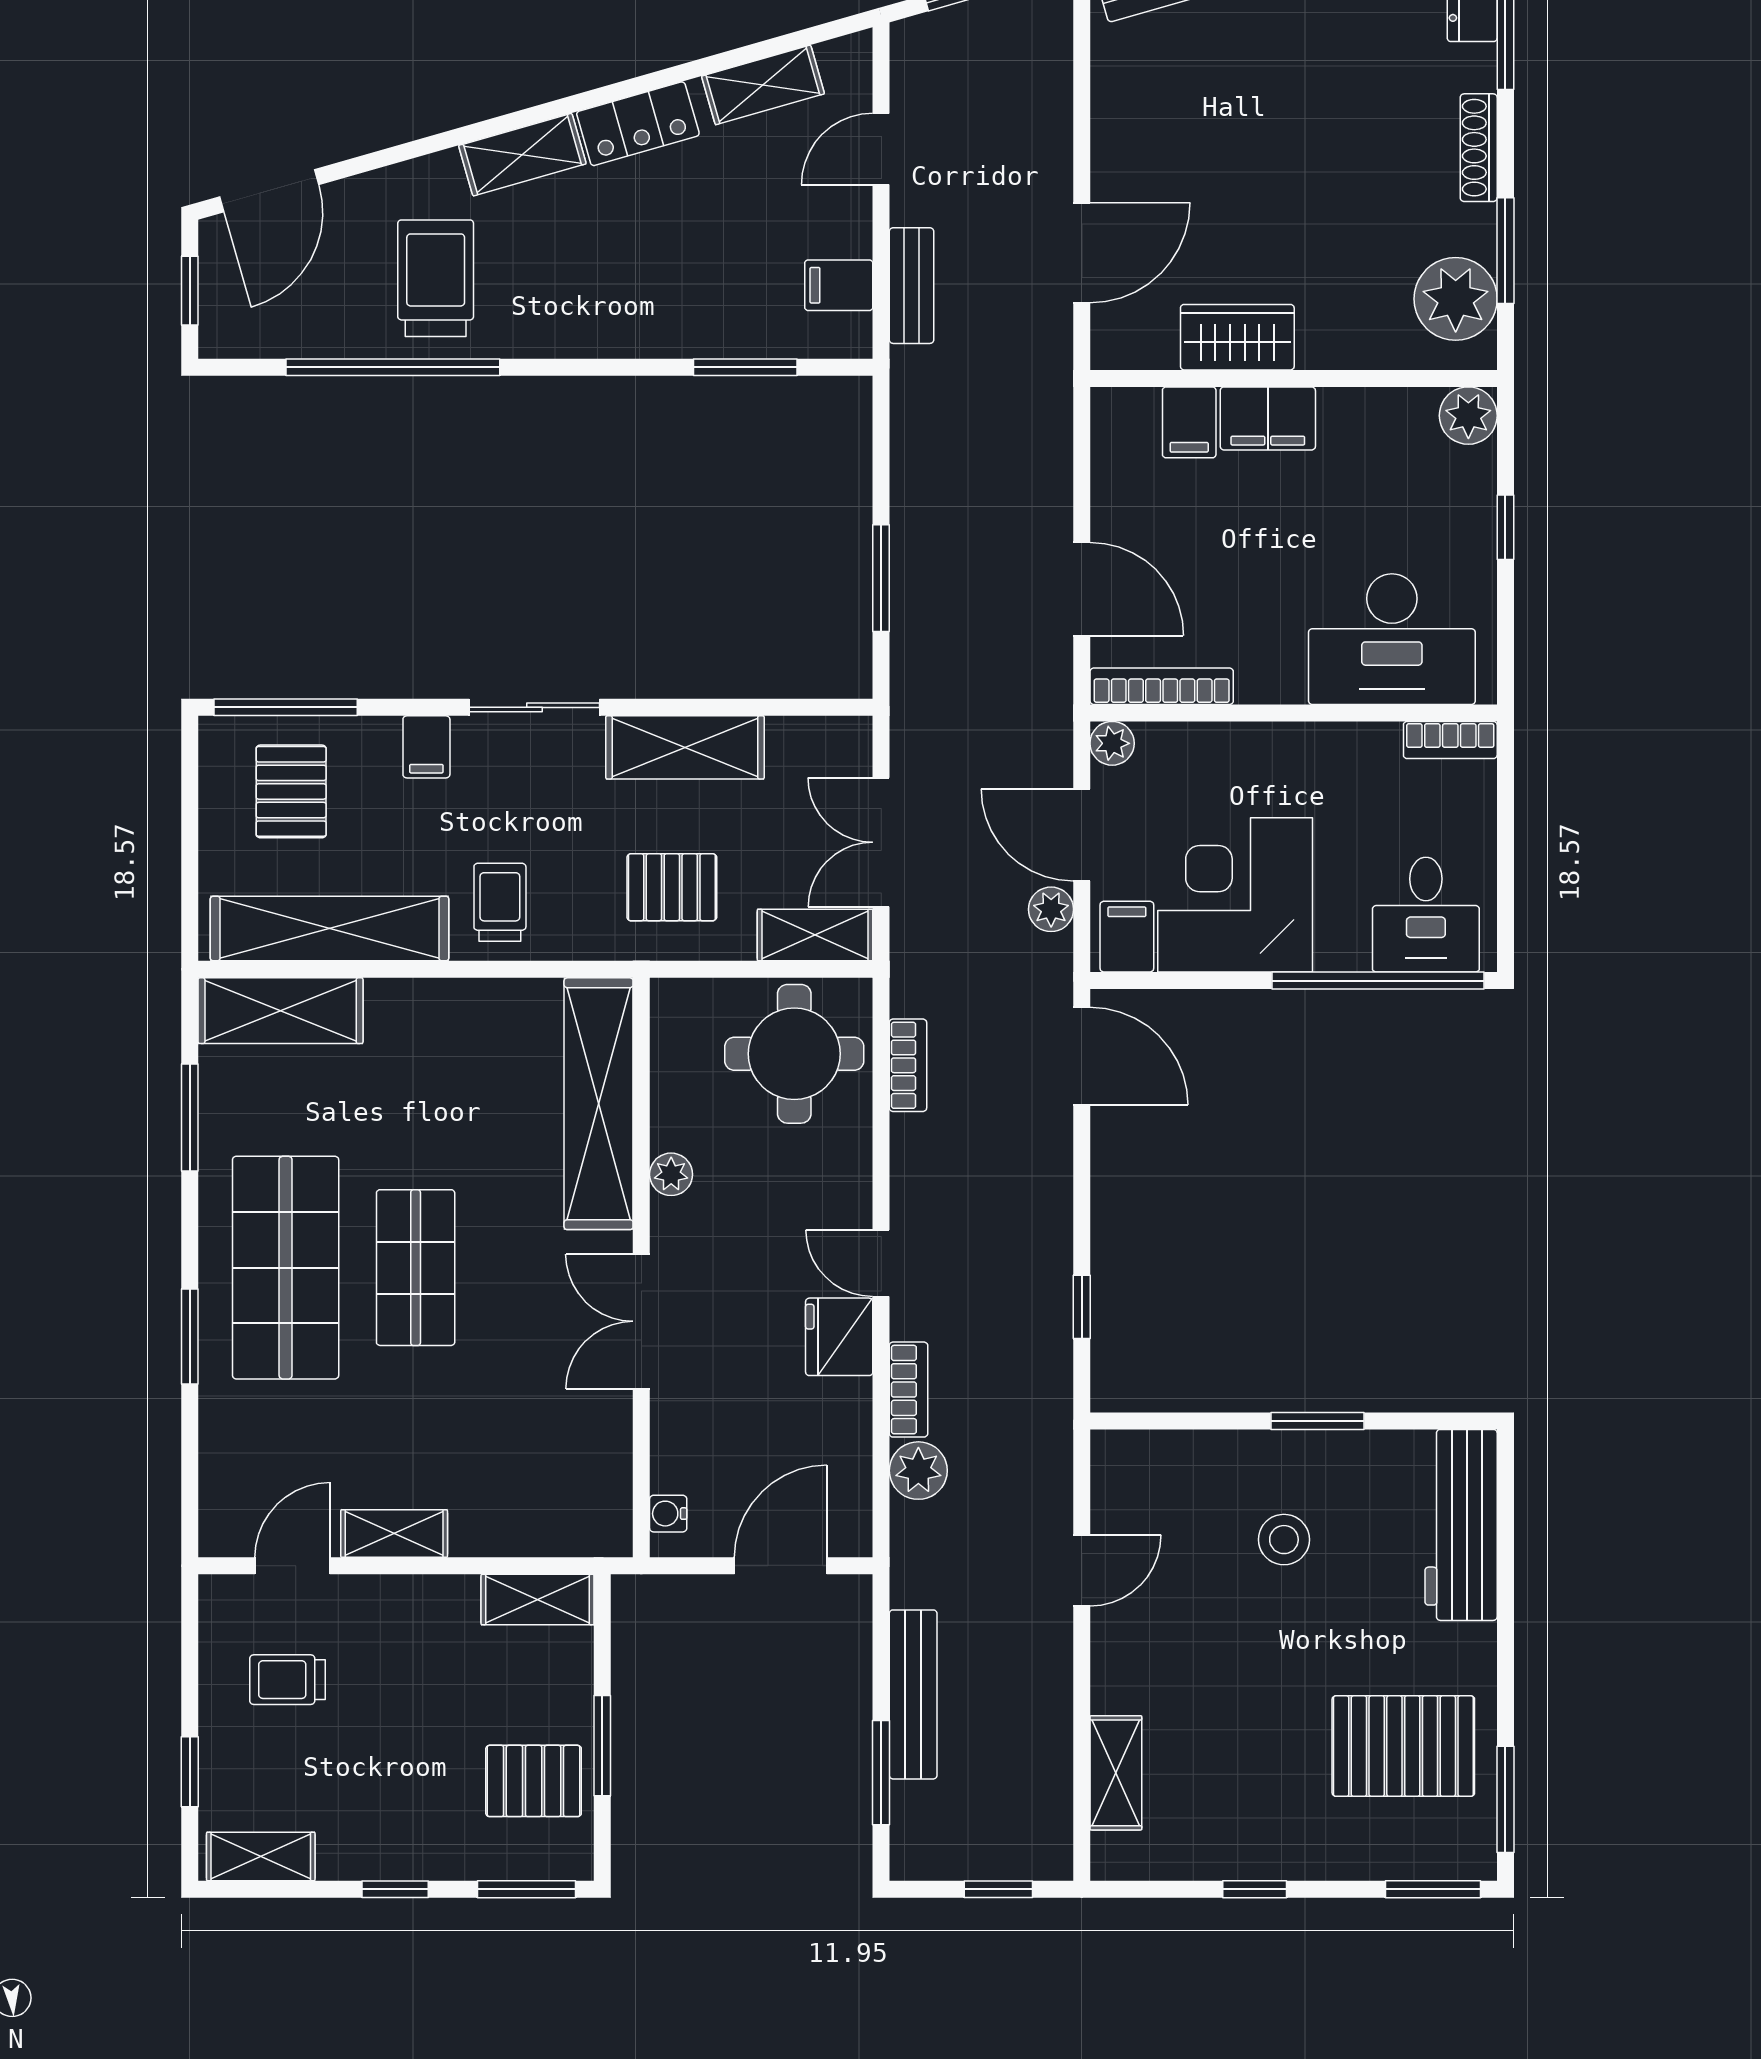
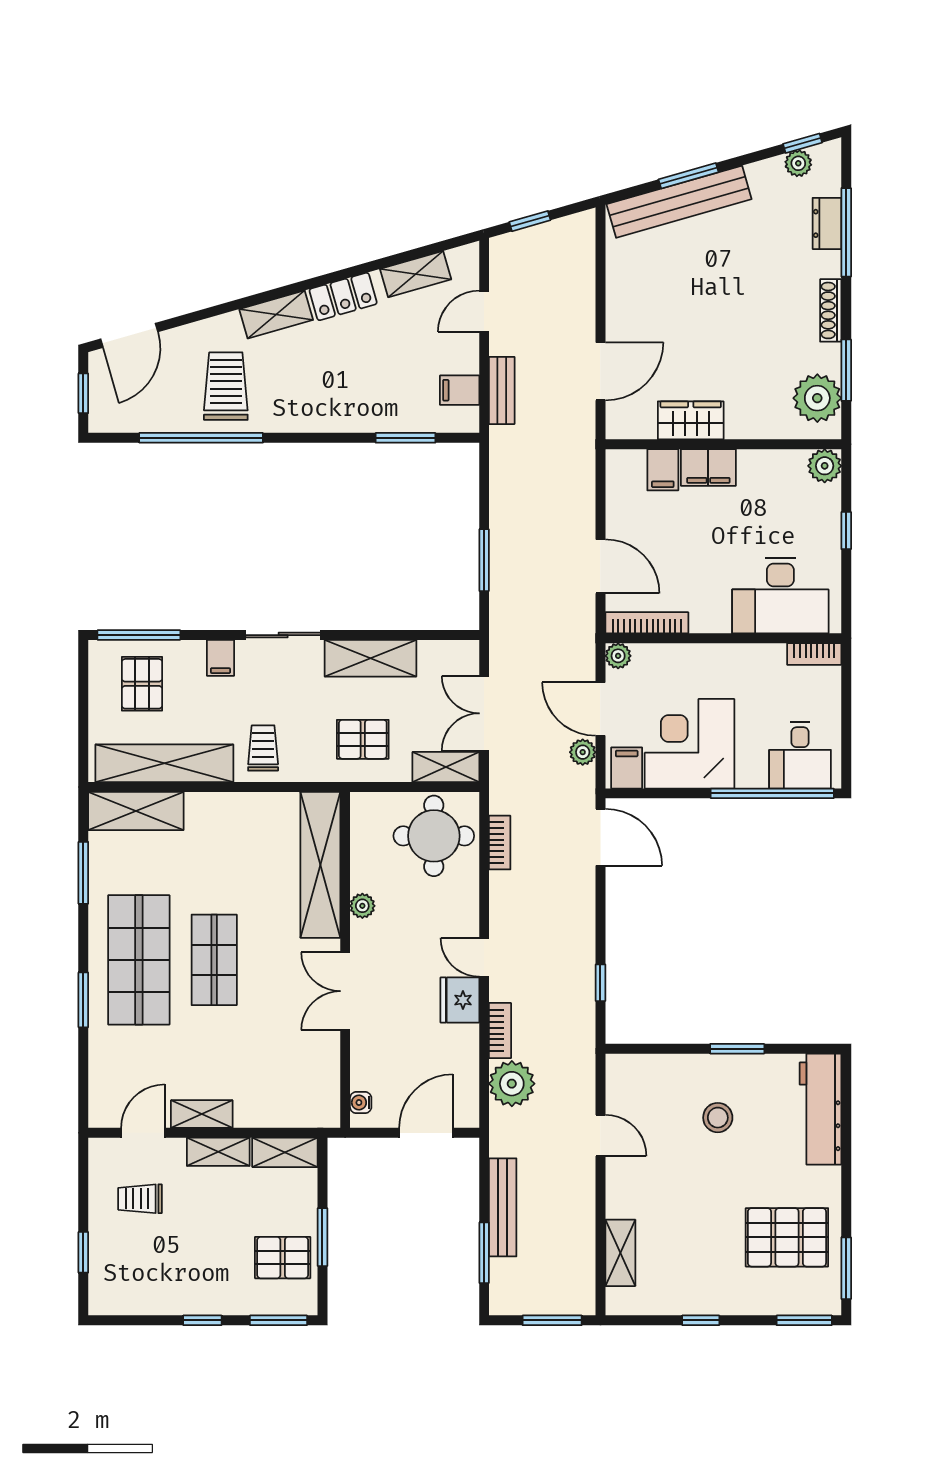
plant: (918, 1471) -> (512, 1084), width x1.36, depth x1.36
door: (1082, 1570) -> (600, 1136), hinge flipped
shelving: (261, 1856) -> (218, 1152), moved
window: (998, 1889) -> (552, 1320), width x1.50

